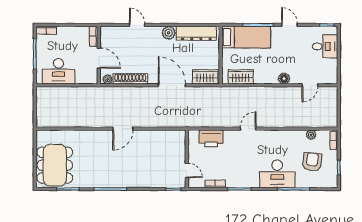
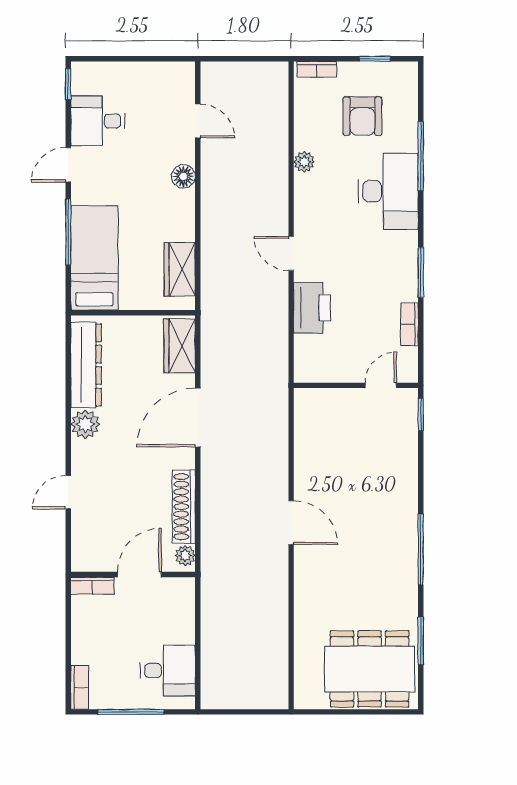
desk: (325, 46) -> (98, 121), moved, turned -90
desk: (58, 71) -> (168, 670), width x0.73
plant: (311, 135) -> (304, 162), moved
printer: (211, 138) -> (312, 308), moved
armchair: (312, 162) -> (362, 116), turned -96

